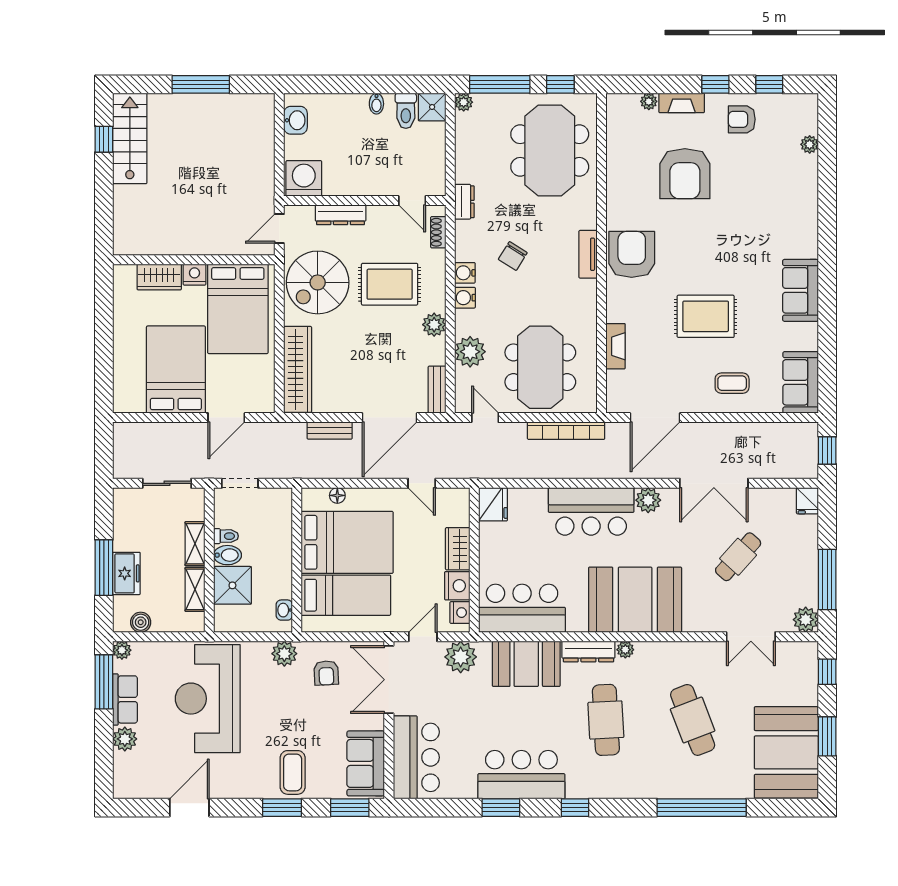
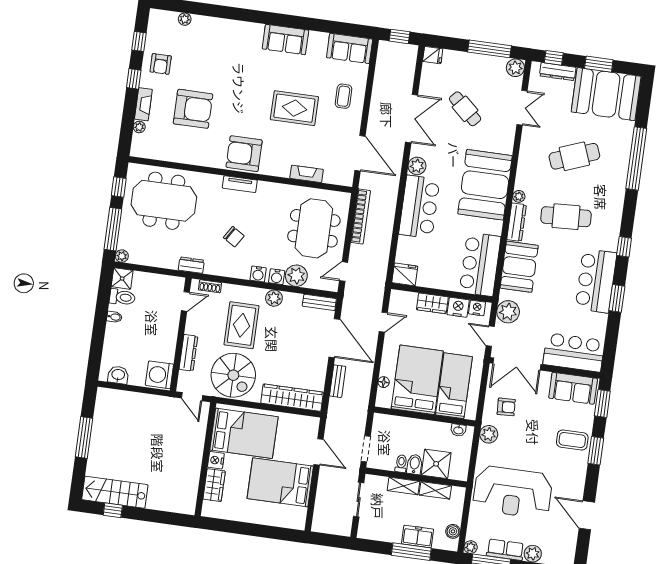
water cooler: (465, 273) -> (277, 277), moved
rug: (706, 316) -> (294, 108), turned 90
meeting table: (540, 367) -> (314, 228), turned 90
dresser: (809, 680) -> (558, 72), added

